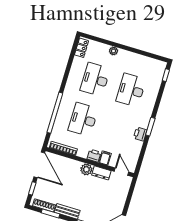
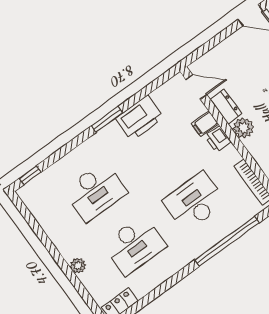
desk: (83, 119) -> (194, 202), turned 180
printer: (140, 134) -> (140, 118), width x1.87, depth x1.48
door: (121, 172) -> (196, 87), swing flipped

